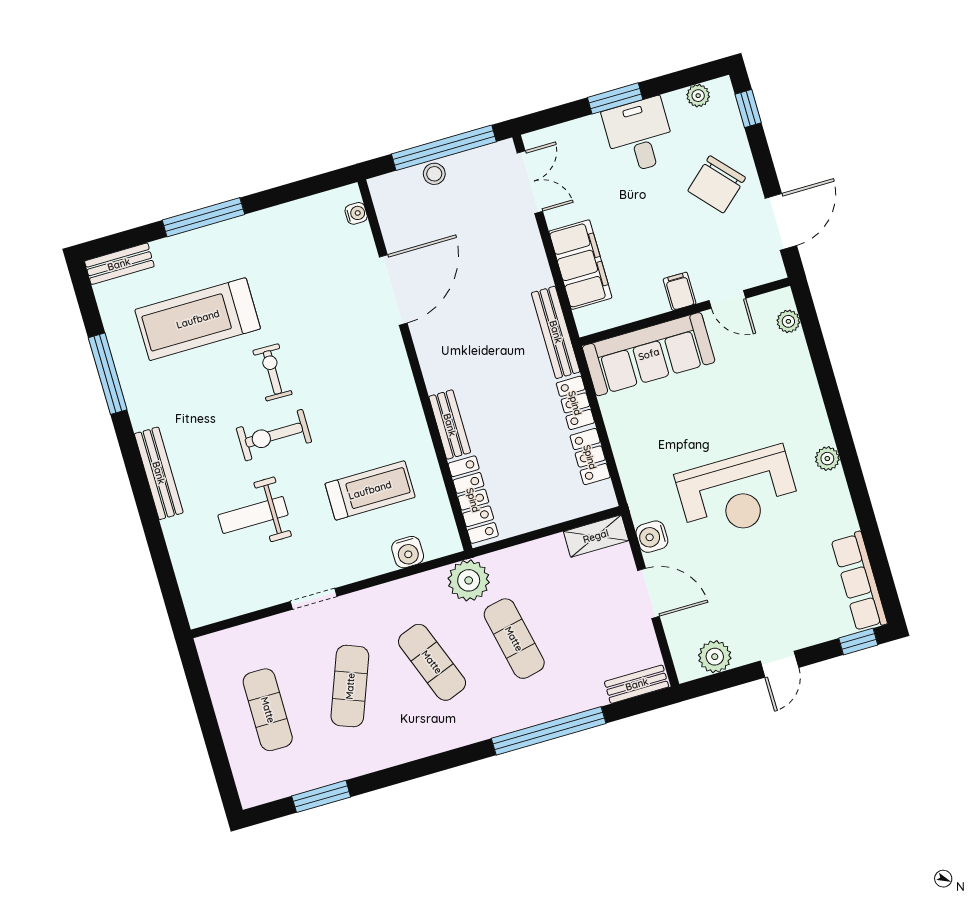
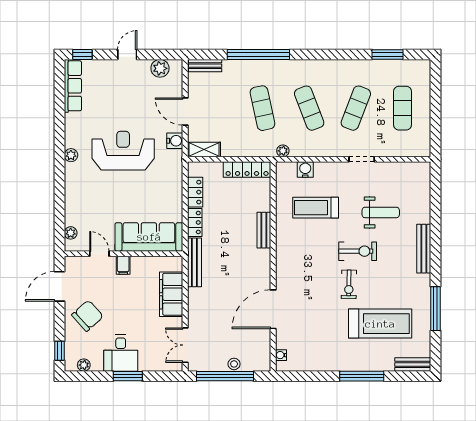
locker: (473, 500) -> (247, 170), moved, turned -90
plant: (469, 580) -> (283, 151), width x0.53, depth x0.53

